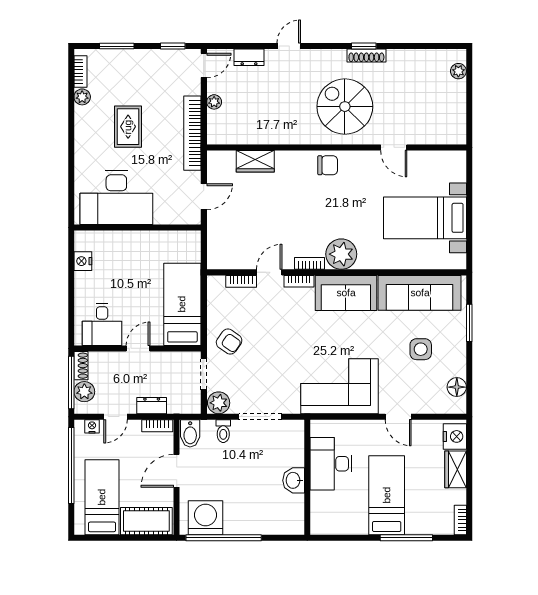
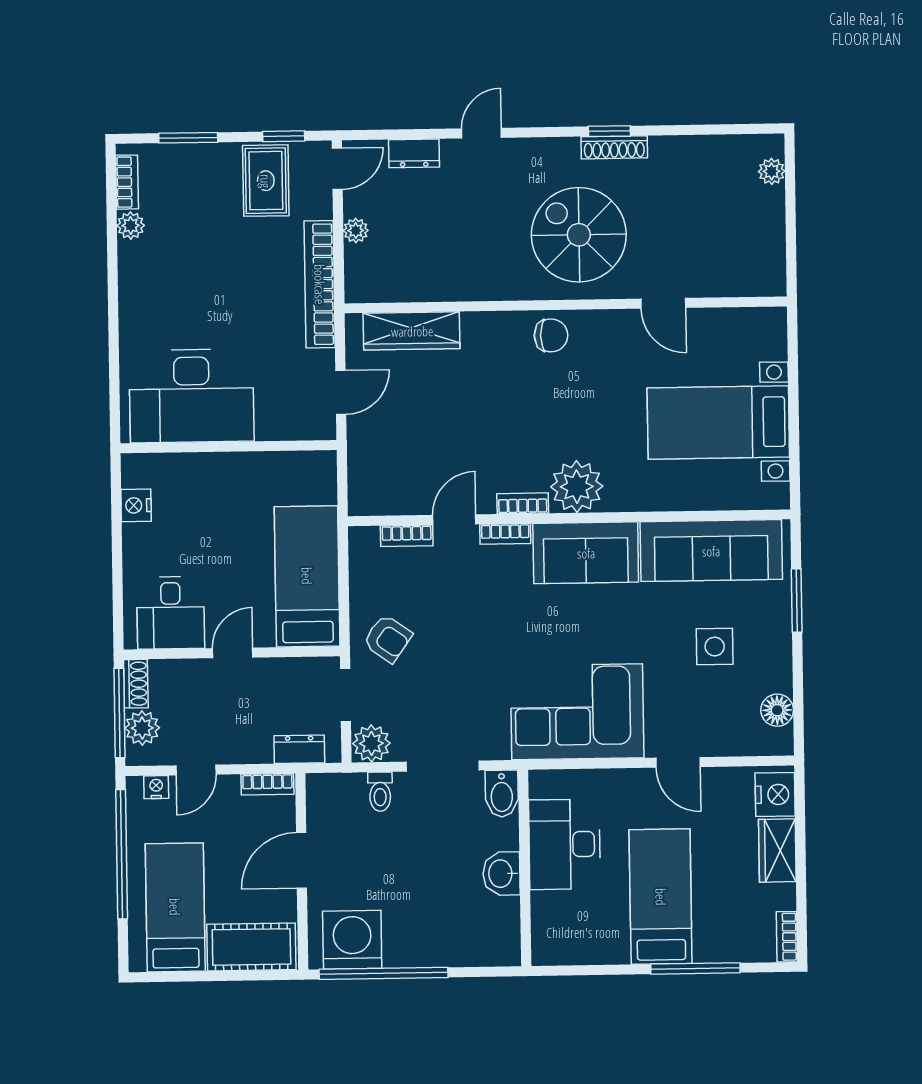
rug: (128, 127) -> (266, 181), moved
wardrobe: (255, 161) -> (412, 331), width x1.50
dresser: (152, 406) -> (299, 749), moved
bidet: (190, 433) -> (502, 794), moved

